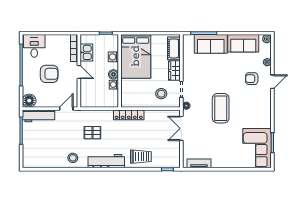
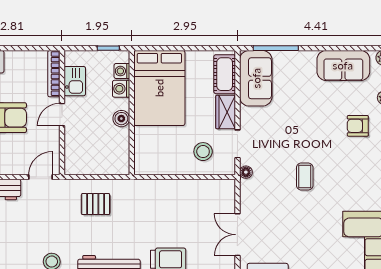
sofa: (211, 44) -> (256, 78), moved, turned -90
door: (79, 72) -> (62, 115), swing flipped
washing machine: (114, 85) -> (122, 71), moved
coffee table: (221, 108) -> (305, 176), width x0.54, depth x0.58
locker: (129, 115) -> (147, 188), removed
double door: (181, 128) -> (237, 235), moved
pallet: (92, 133) -> (96, 204), moved

